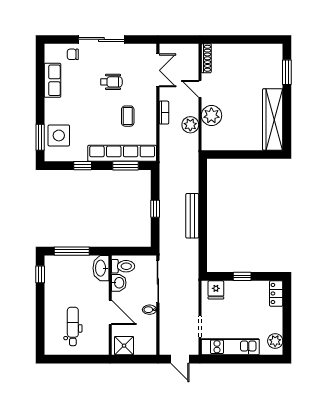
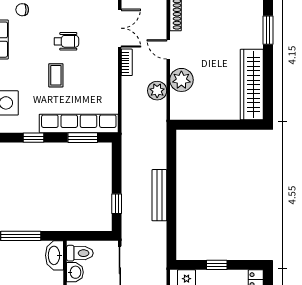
bookcase: (164, 113) -> (127, 62), moved
coffee table: (128, 116) -> (56, 75), moved
window: (155, 209) -> (117, 204), moved

